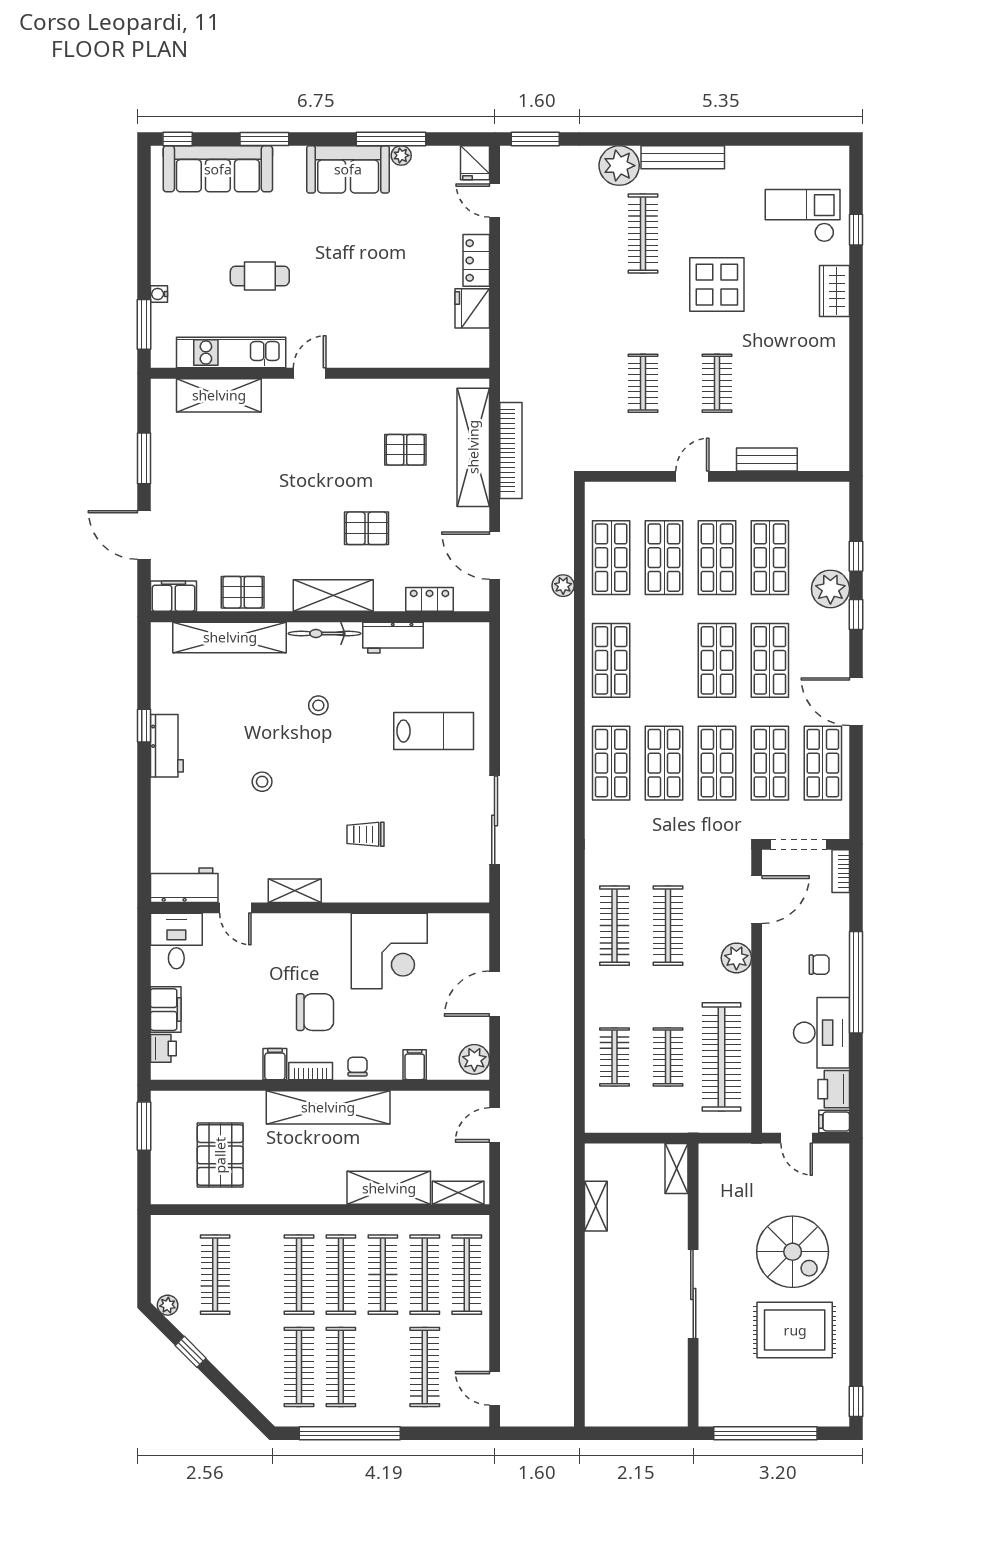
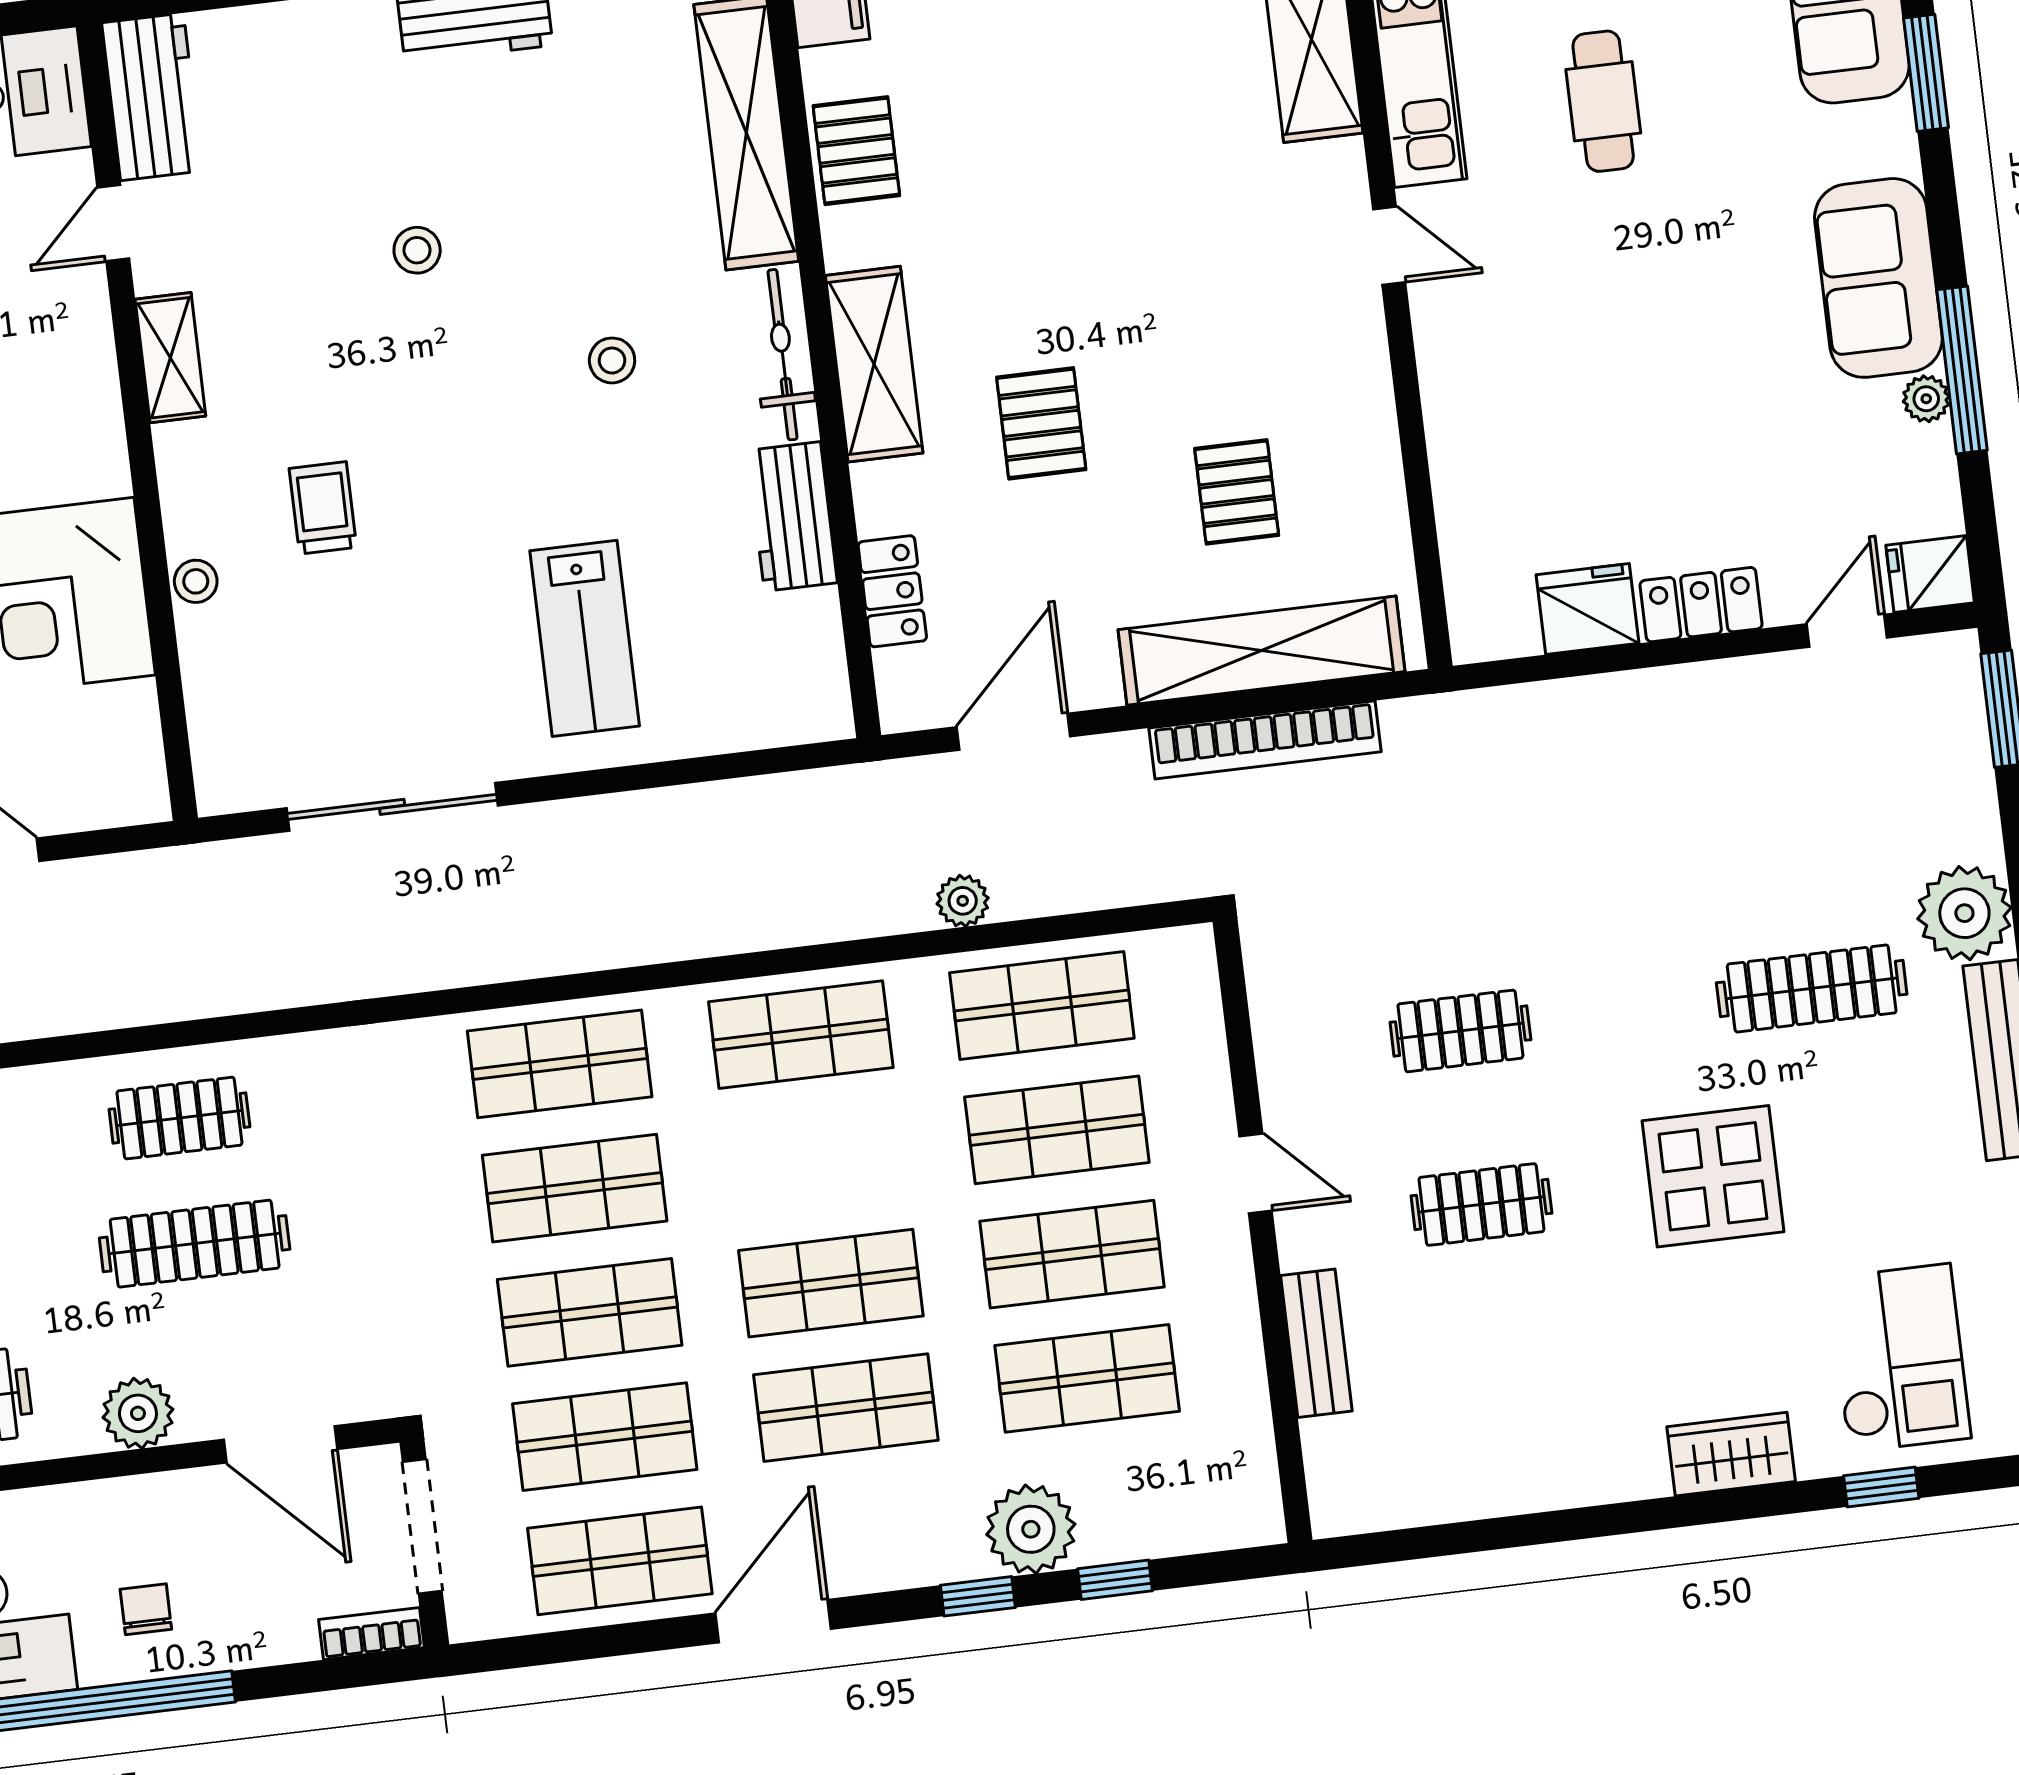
stool: (390, 891) -> (196, 581), added
clothes rail: (614, 926) -> (179, 1118), width x0.73
chair: (819, 965) -> (146, 1609), turned 180

